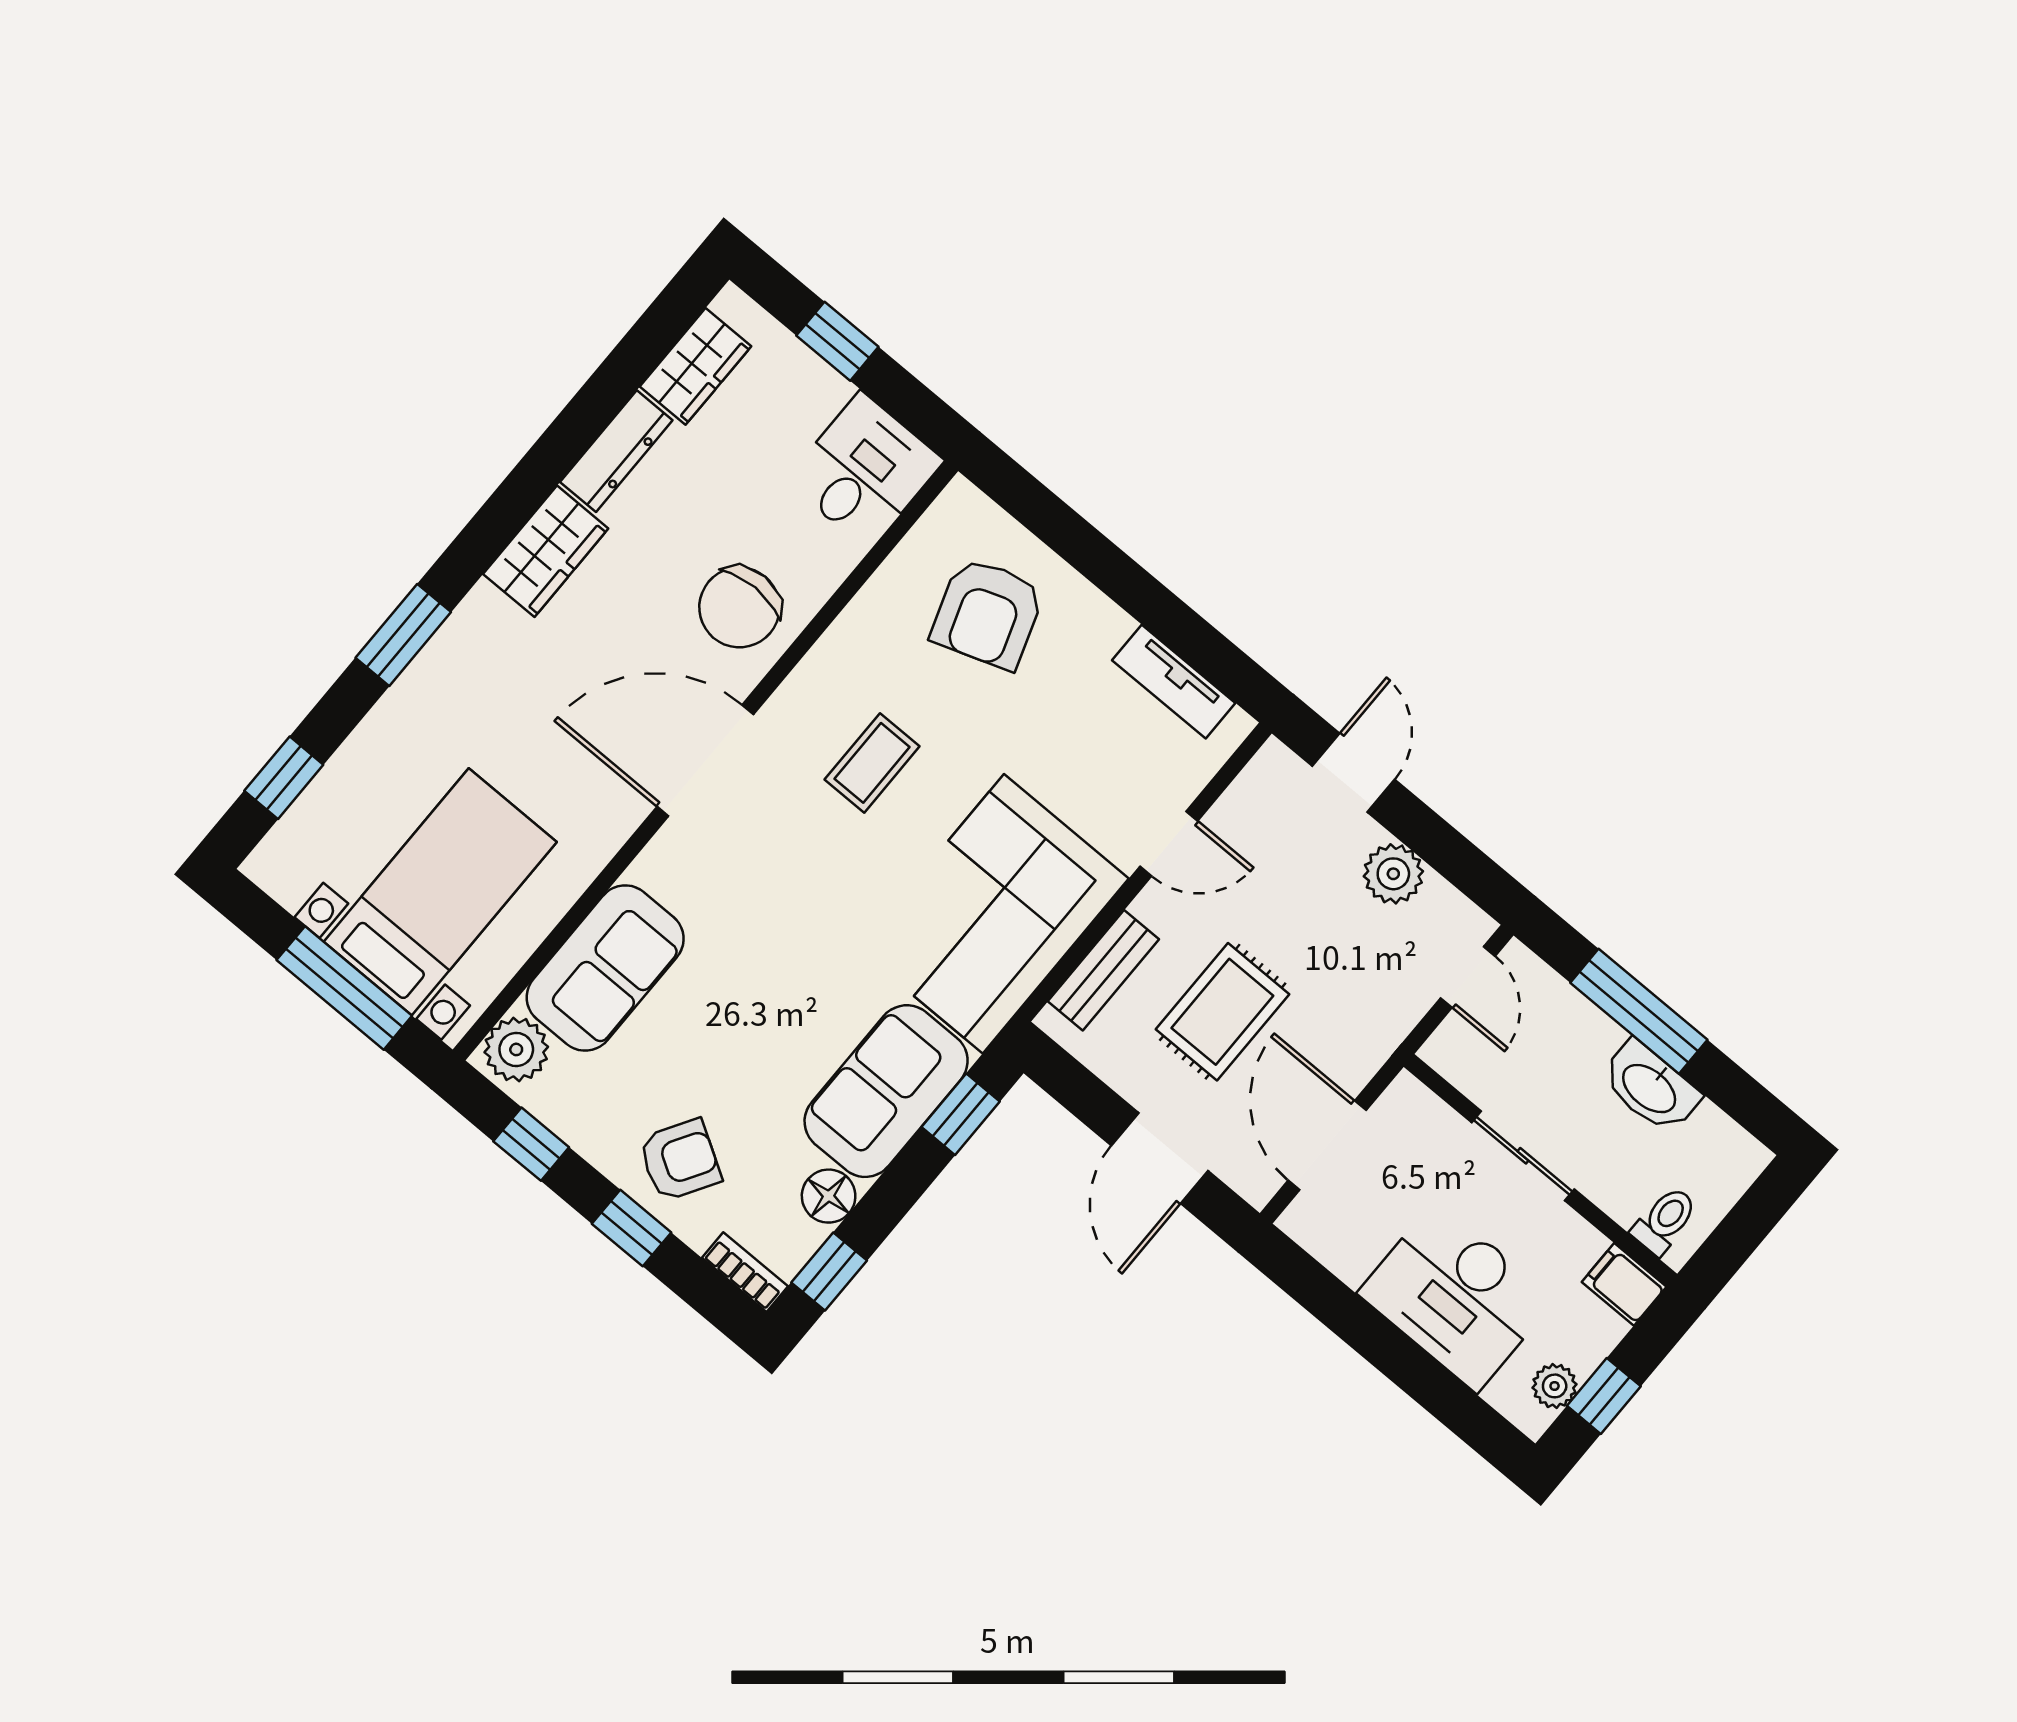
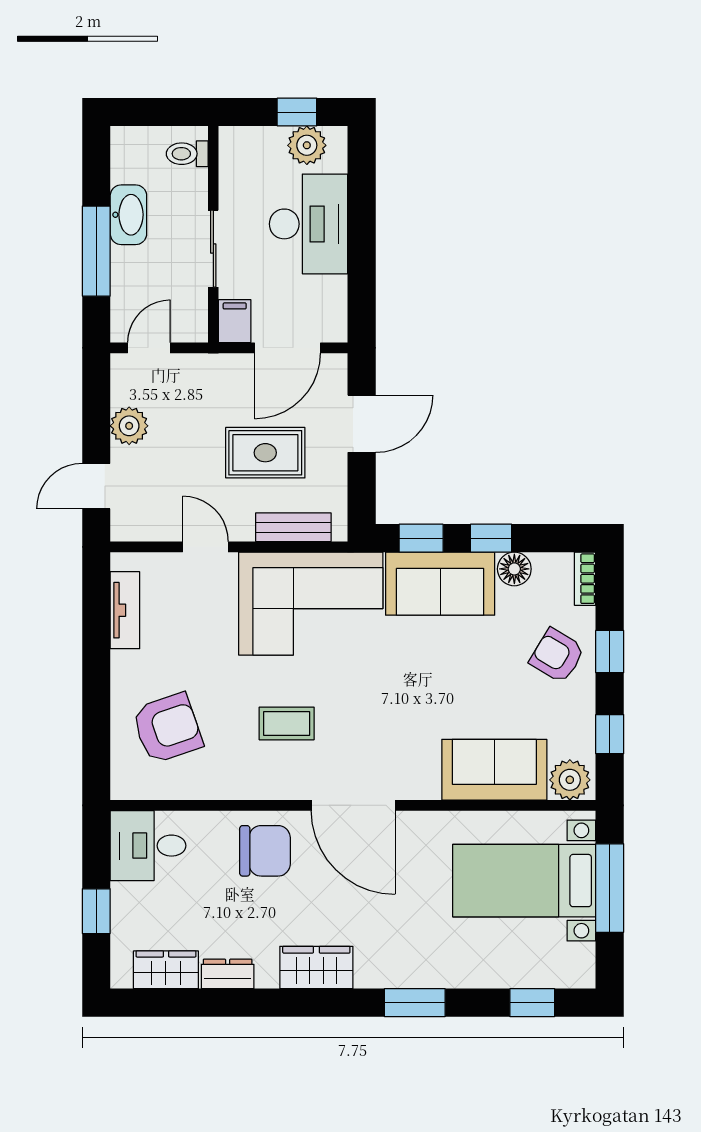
dresser: (616, 451) -> (228, 974), width x0.70
window: (829, 1271) -> (491, 538), moved
filing cabinet: (1624, 1284) -> (235, 321), moved, turned 180
plant: (1555, 1386) -> (307, 145), width x1.38, depth x1.38

